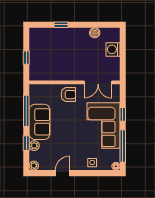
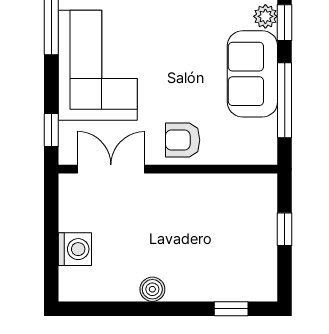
window: (61, 25) -> (231, 309), moved
boiler: (95, 33) -> (152, 289), moved
window: (123, 114) -> (51, 130), moved

